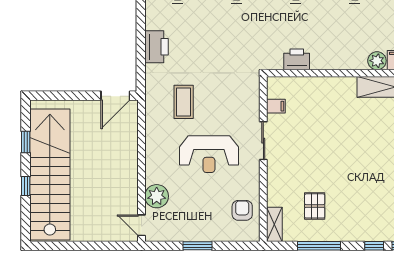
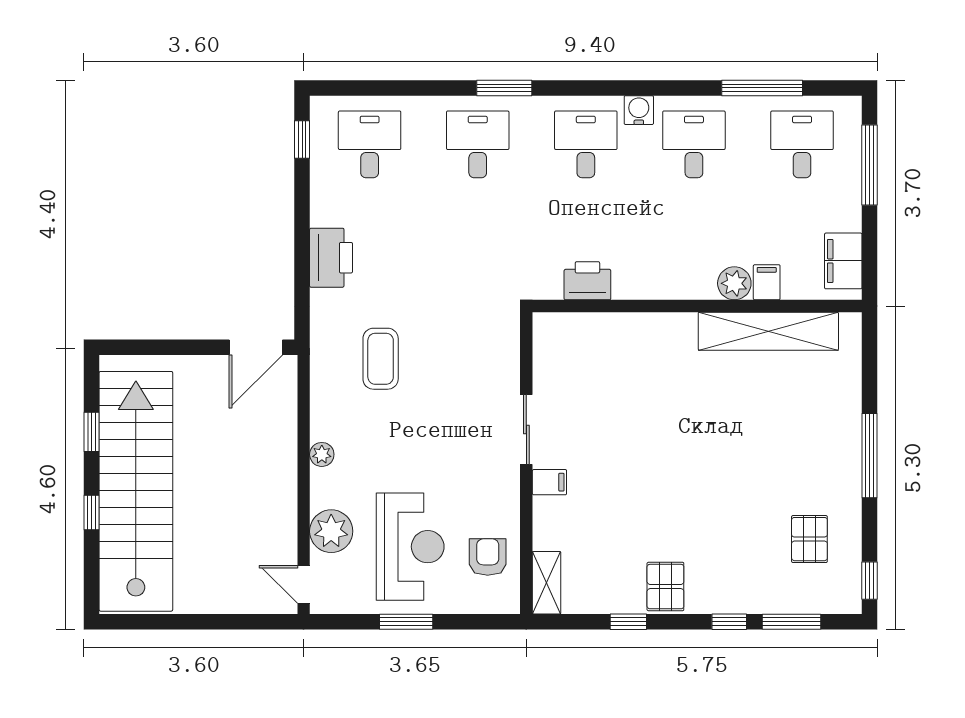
filing cabinet: (276, 106) -> (549, 482), moved
plant: (151, 154) -> (322, 454), added
reception desk: (209, 154) -> (410, 547), moved, turned -90
pallet: (315, 206) -> (665, 587), moved
window: (319, 246) -> (628, 622), width x0.46

